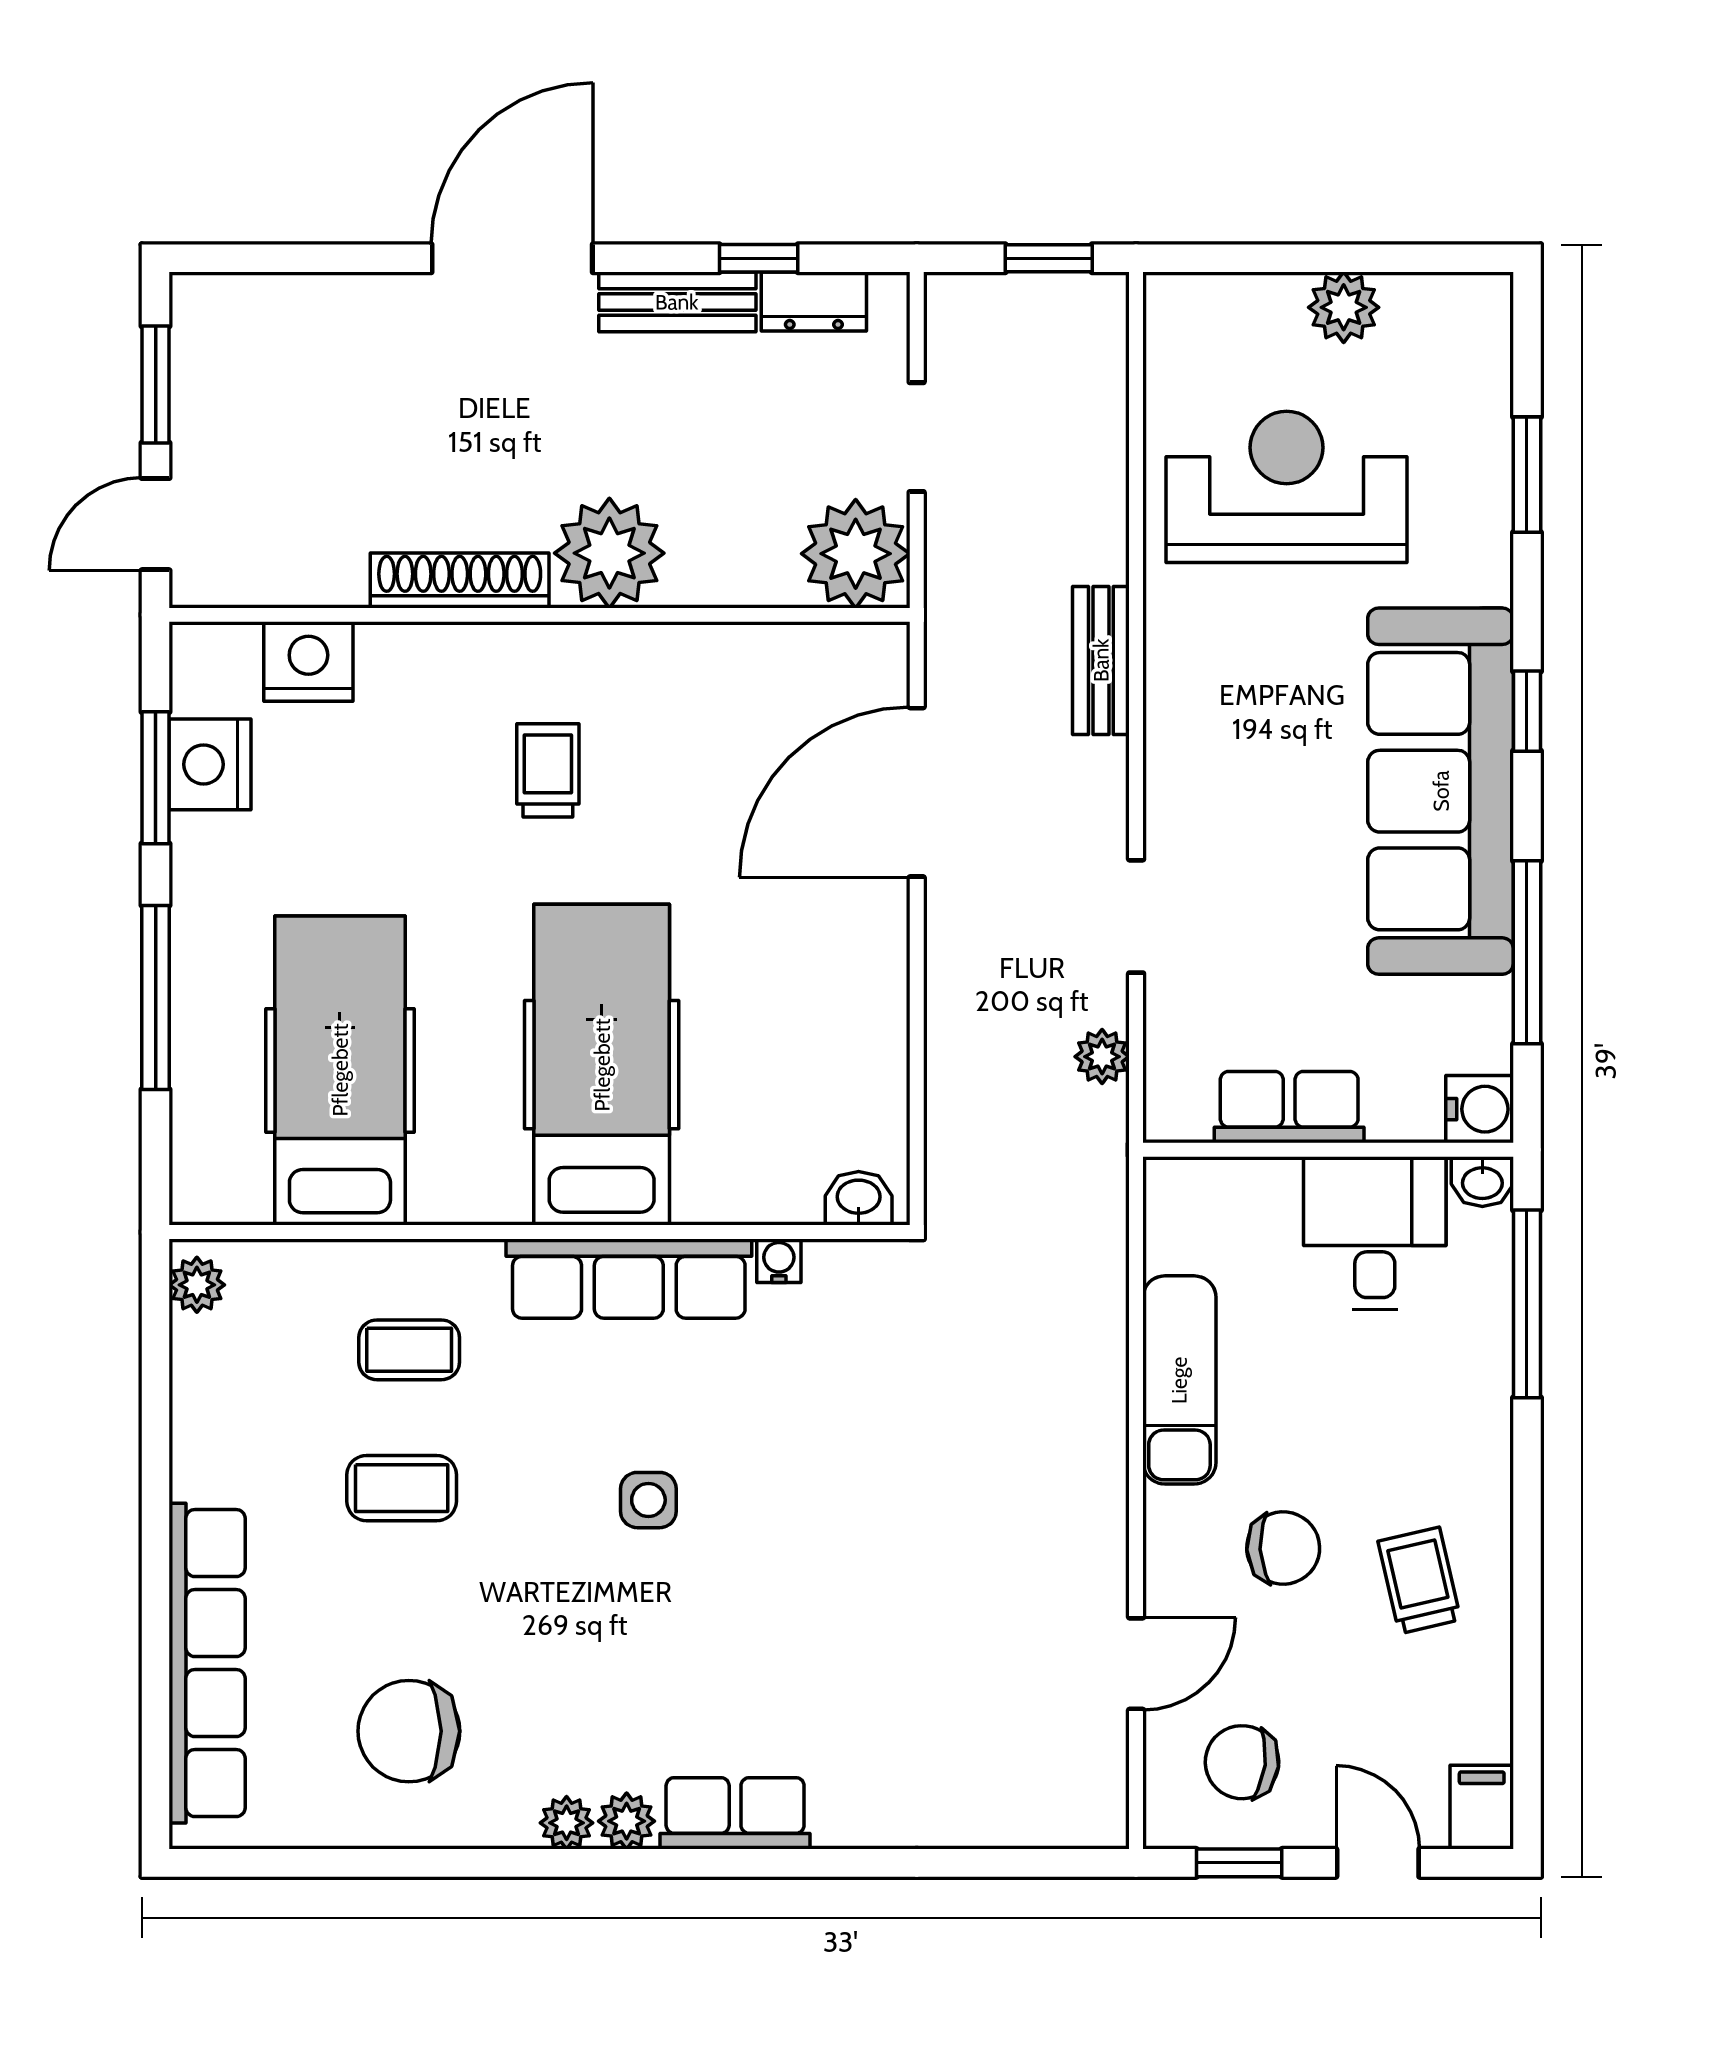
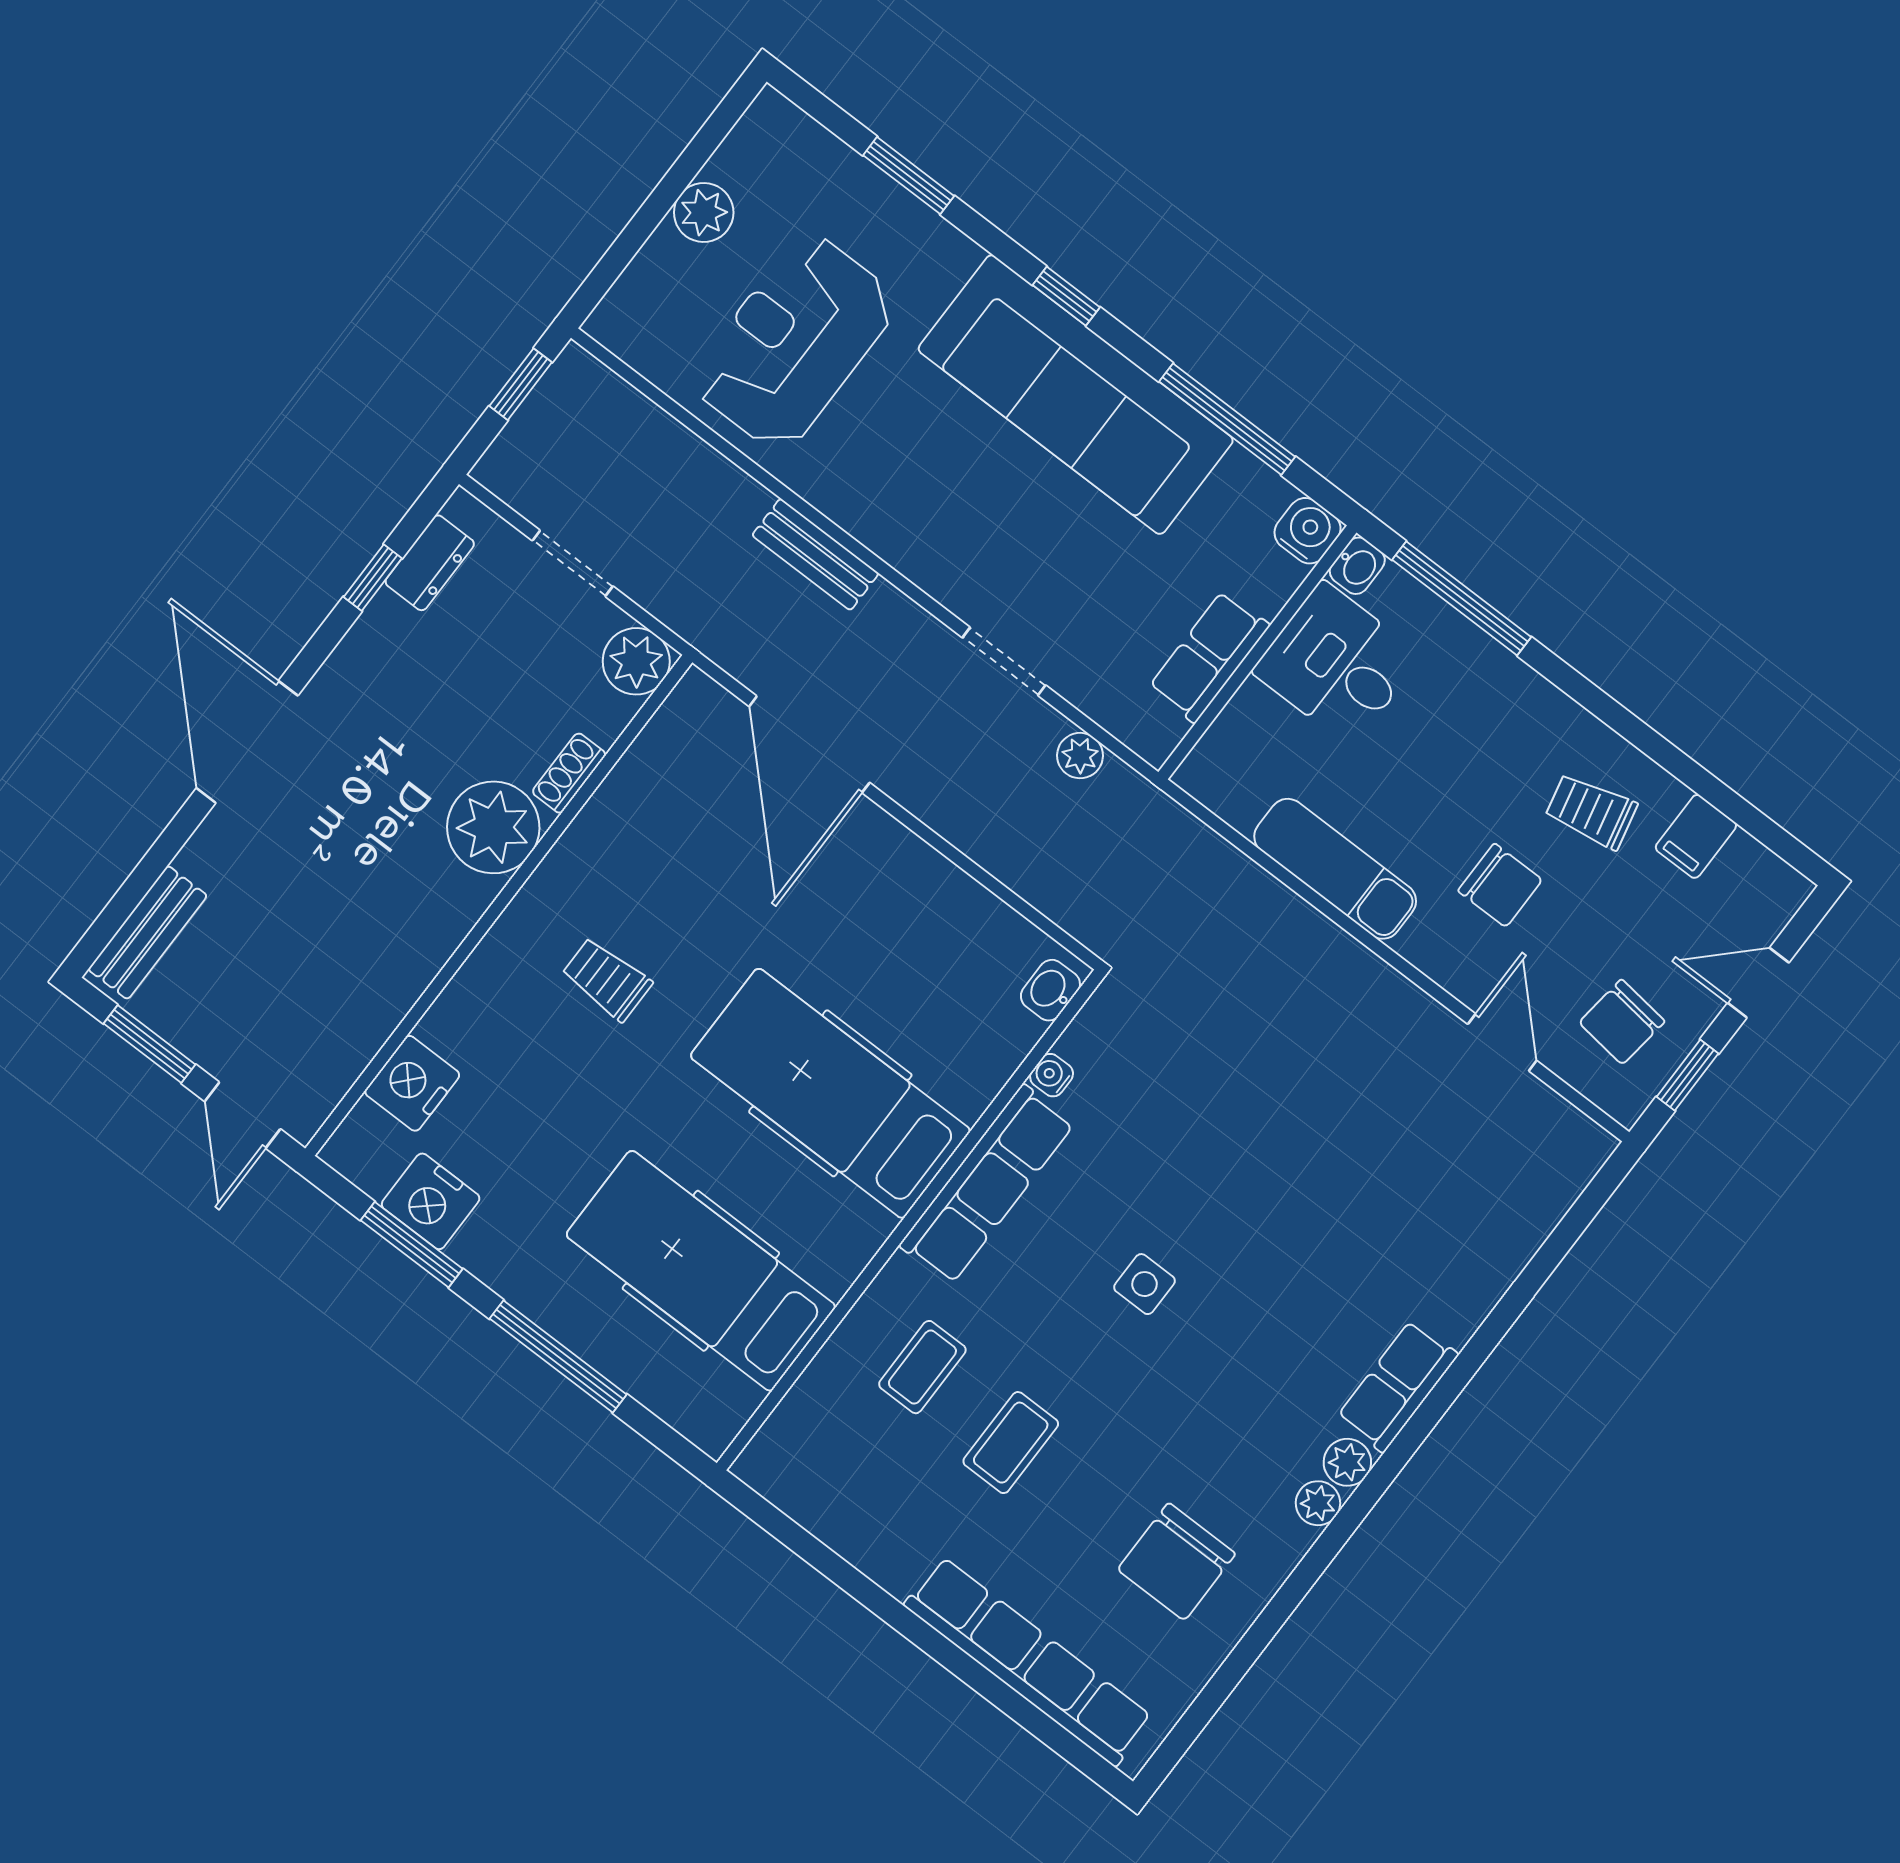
bench: (677, 302) -> (148, 932), moved
plant: (856, 554) -> (636, 661), width x0.73, depth x0.73
shoe rack: (460, 580) -> (569, 773), moved, width x0.51, depth x0.81
plant: (197, 1285) -> (771, 1475), removed
chair: (1283, 1548) -> (1500, 885), turned 93
filing cabinet: (1482, 1807) -> (1696, 836), moved, turned -90

